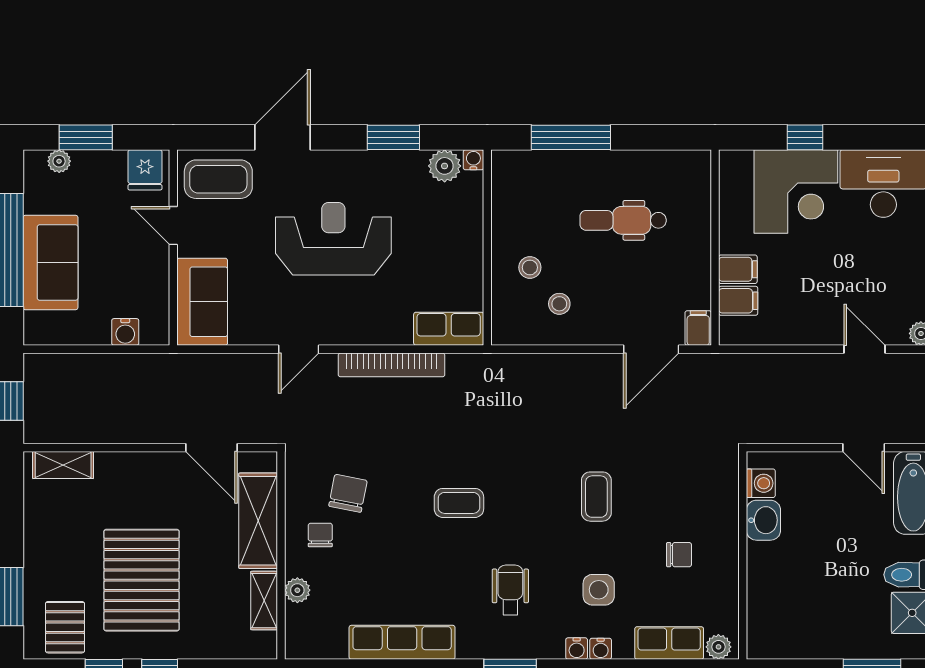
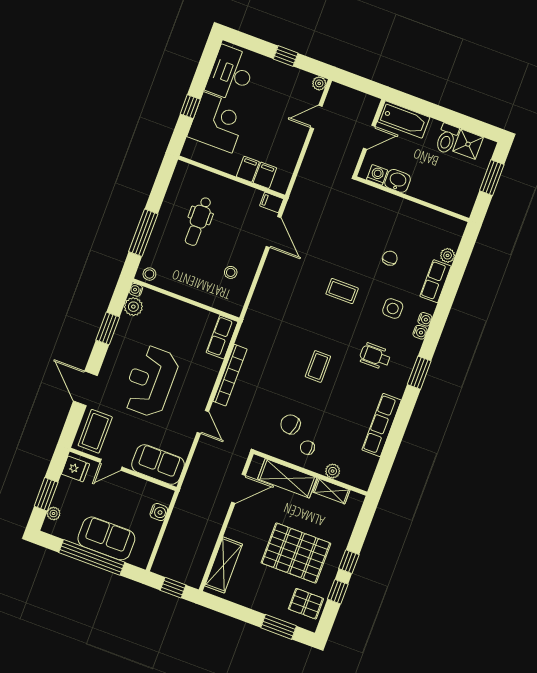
stool: (530, 267) -> (149, 274), moved
shelving: (63, 465) -> (224, 565), width x1.50, depth x1.33
washing machine: (761, 483) -> (377, 175), moved
washbasin: (763, 520) -> (398, 181), moved
wall: (743, 555) -> (412, 199), moved

